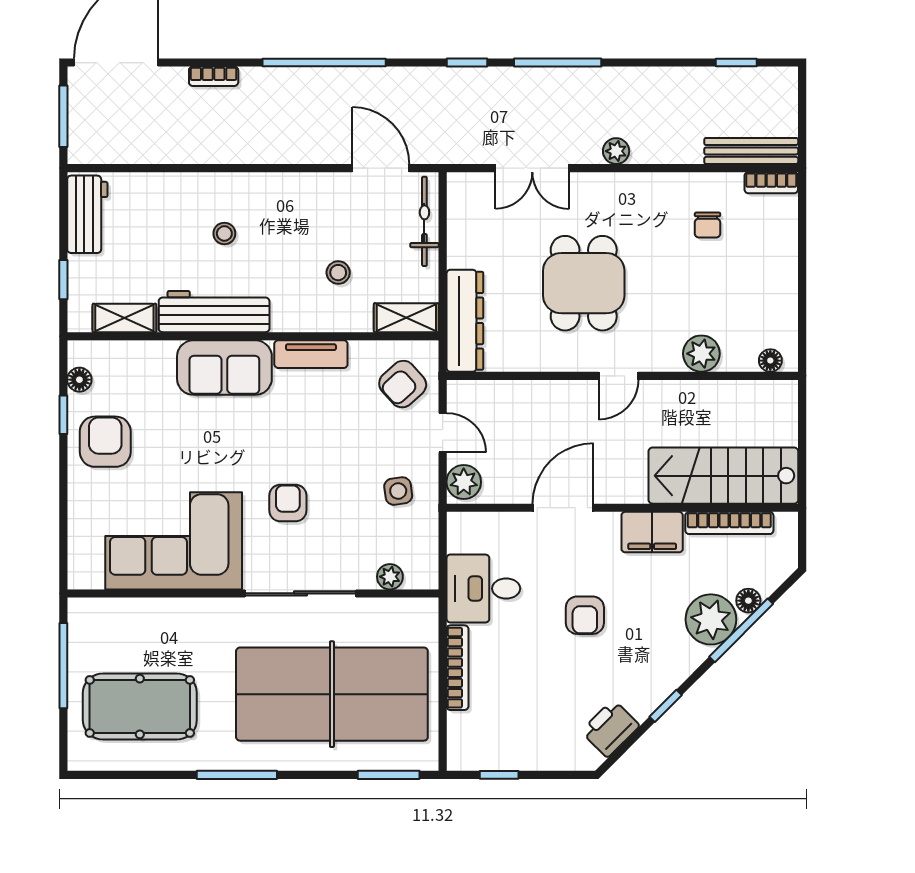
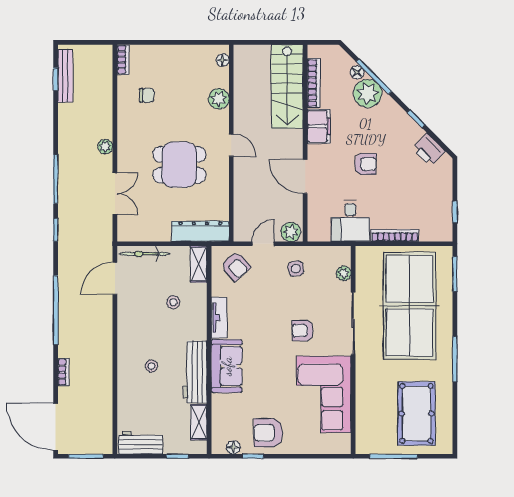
bench: (751, 151) -> (65, 76), moved

